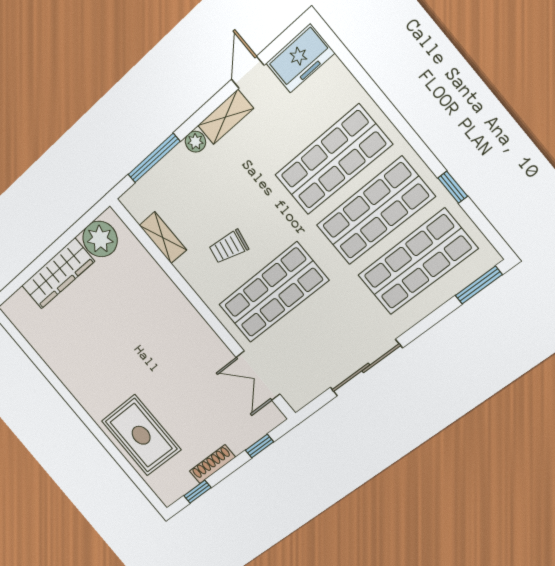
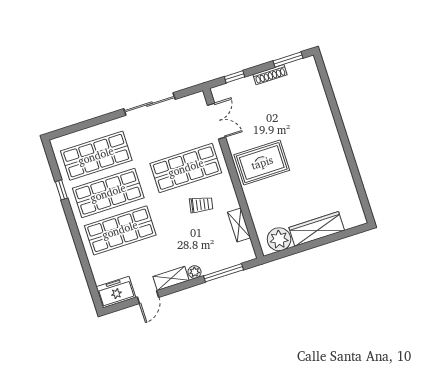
window: (479, 285) -> (68, 130), removed
rug: (141, 435) -> (262, 163), moved, turned 90
window: (197, 492) -> (288, 60), width x1.50

